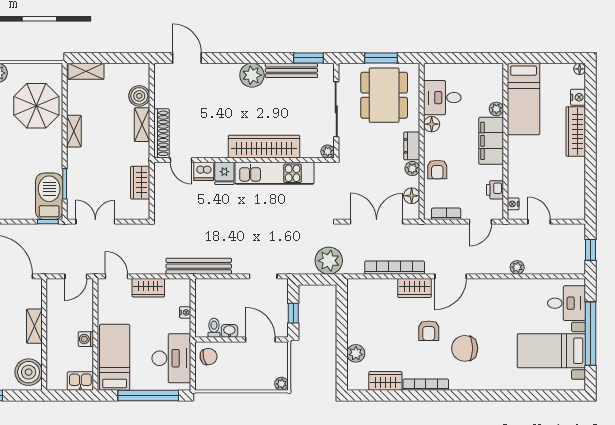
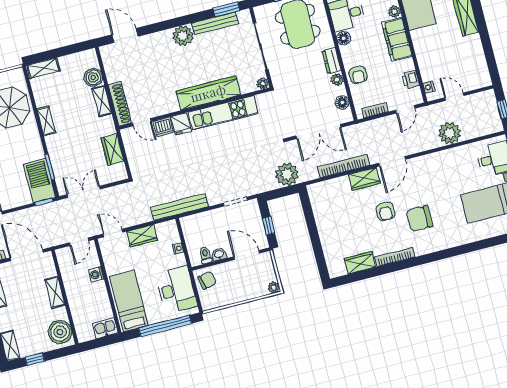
double door: (377, 222) -> (318, 132), swing flipped
plant: (517, 267) -> (450, 133), width x1.88, depth x1.88
washing machine: (86, 339) -> (96, 274), moved
plant: (356, 353) -> (329, 246), removed

